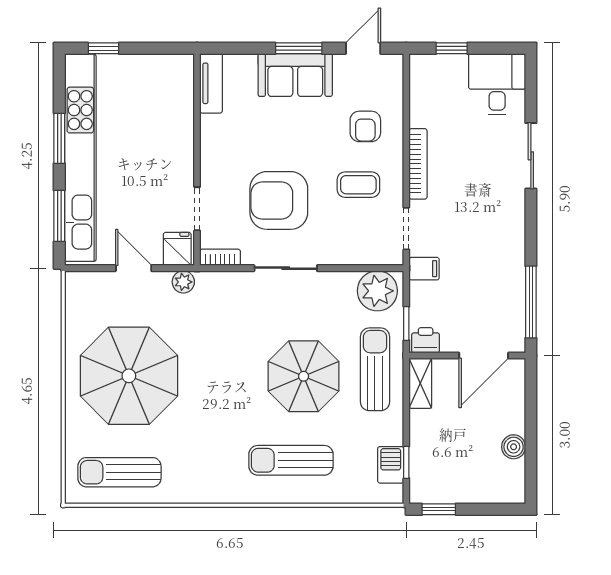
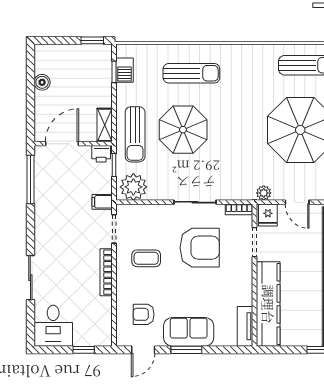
kitchen counter: (177, 117) -> (268, 304), added
armchair: (365, 126) -> (144, 314), moved, turned -90

